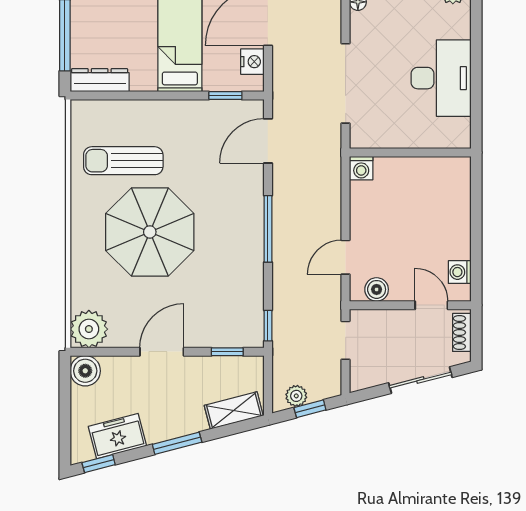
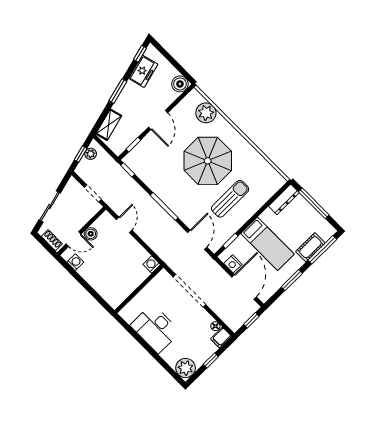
sun lounger: (123, 161) -> (230, 199), moved
boiler: (377, 289) -> (91, 234), moved
plant: (89, 329) -> (206, 113), moved

